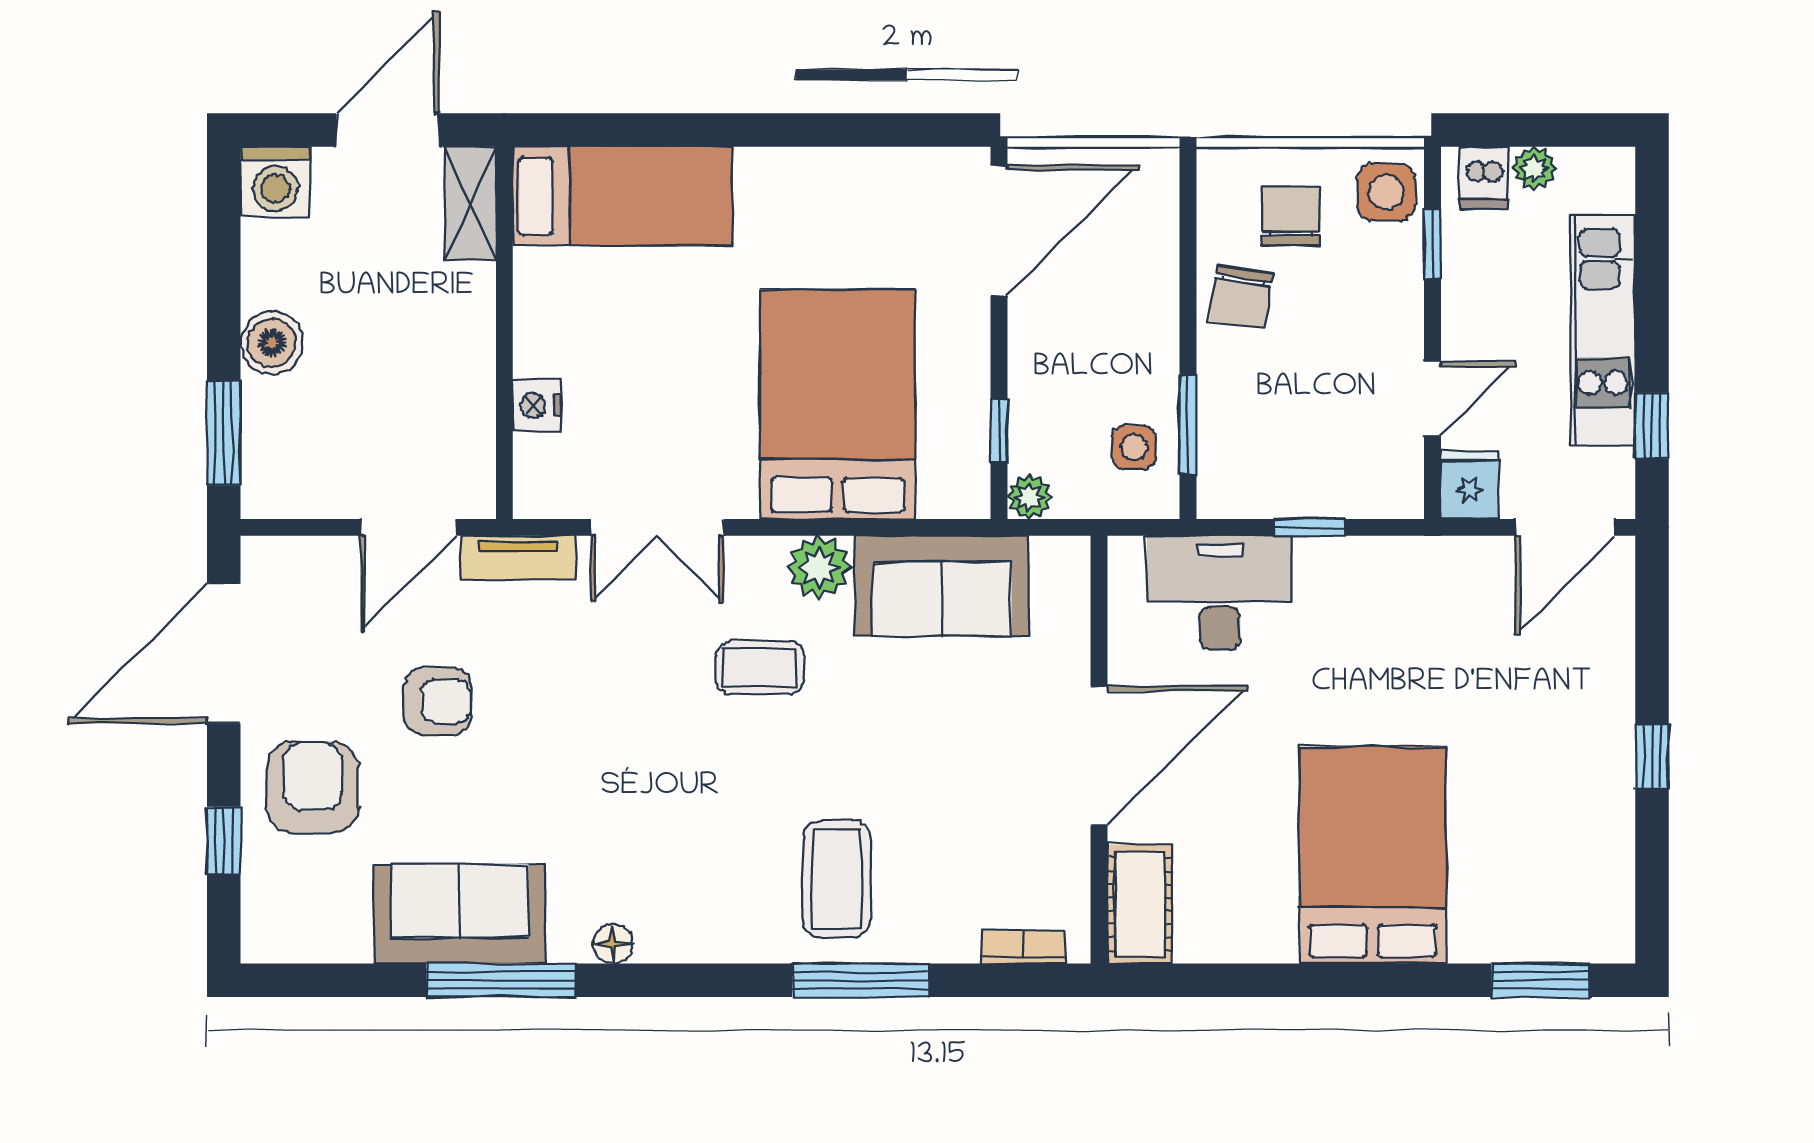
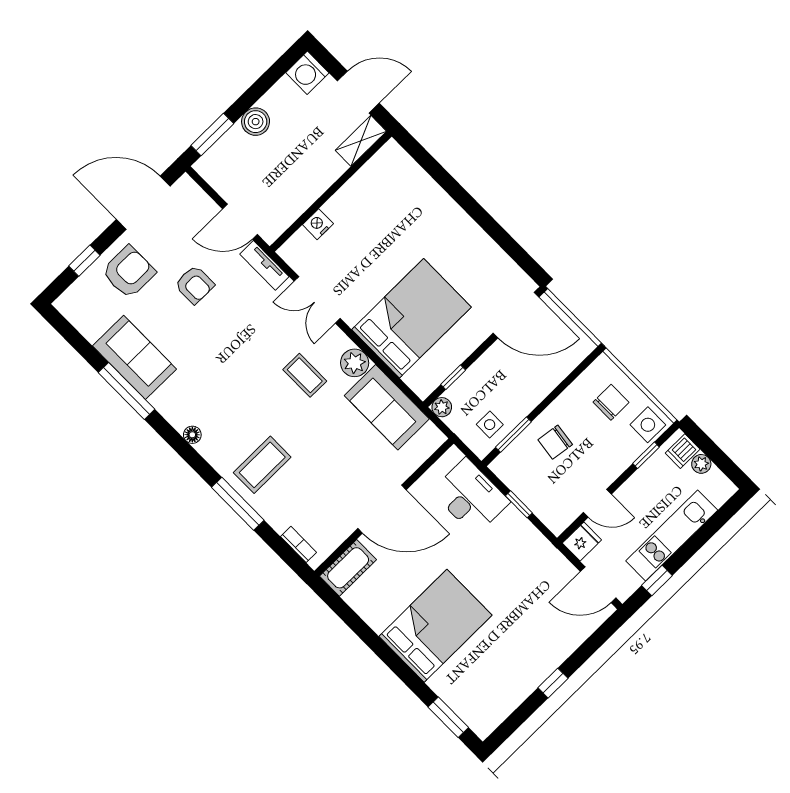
bed: (622, 196) -> (410, 186), removed
chair: (1241, 297) -> (555, 442), moved
floor lamp: (613, 944) -> (192, 435), moved

